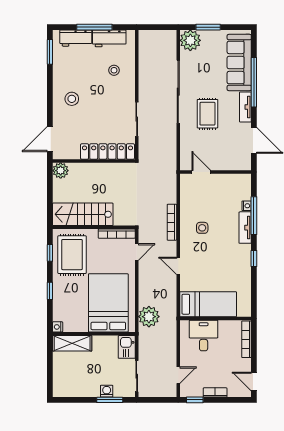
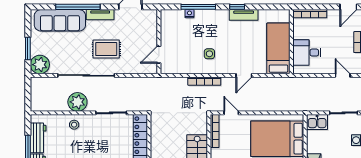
stool: (114, 70) -> (74, 125), moved
tv unit: (245, 228) -> (244, 15), moved
plant: (149, 317) -> (77, 102), moved

